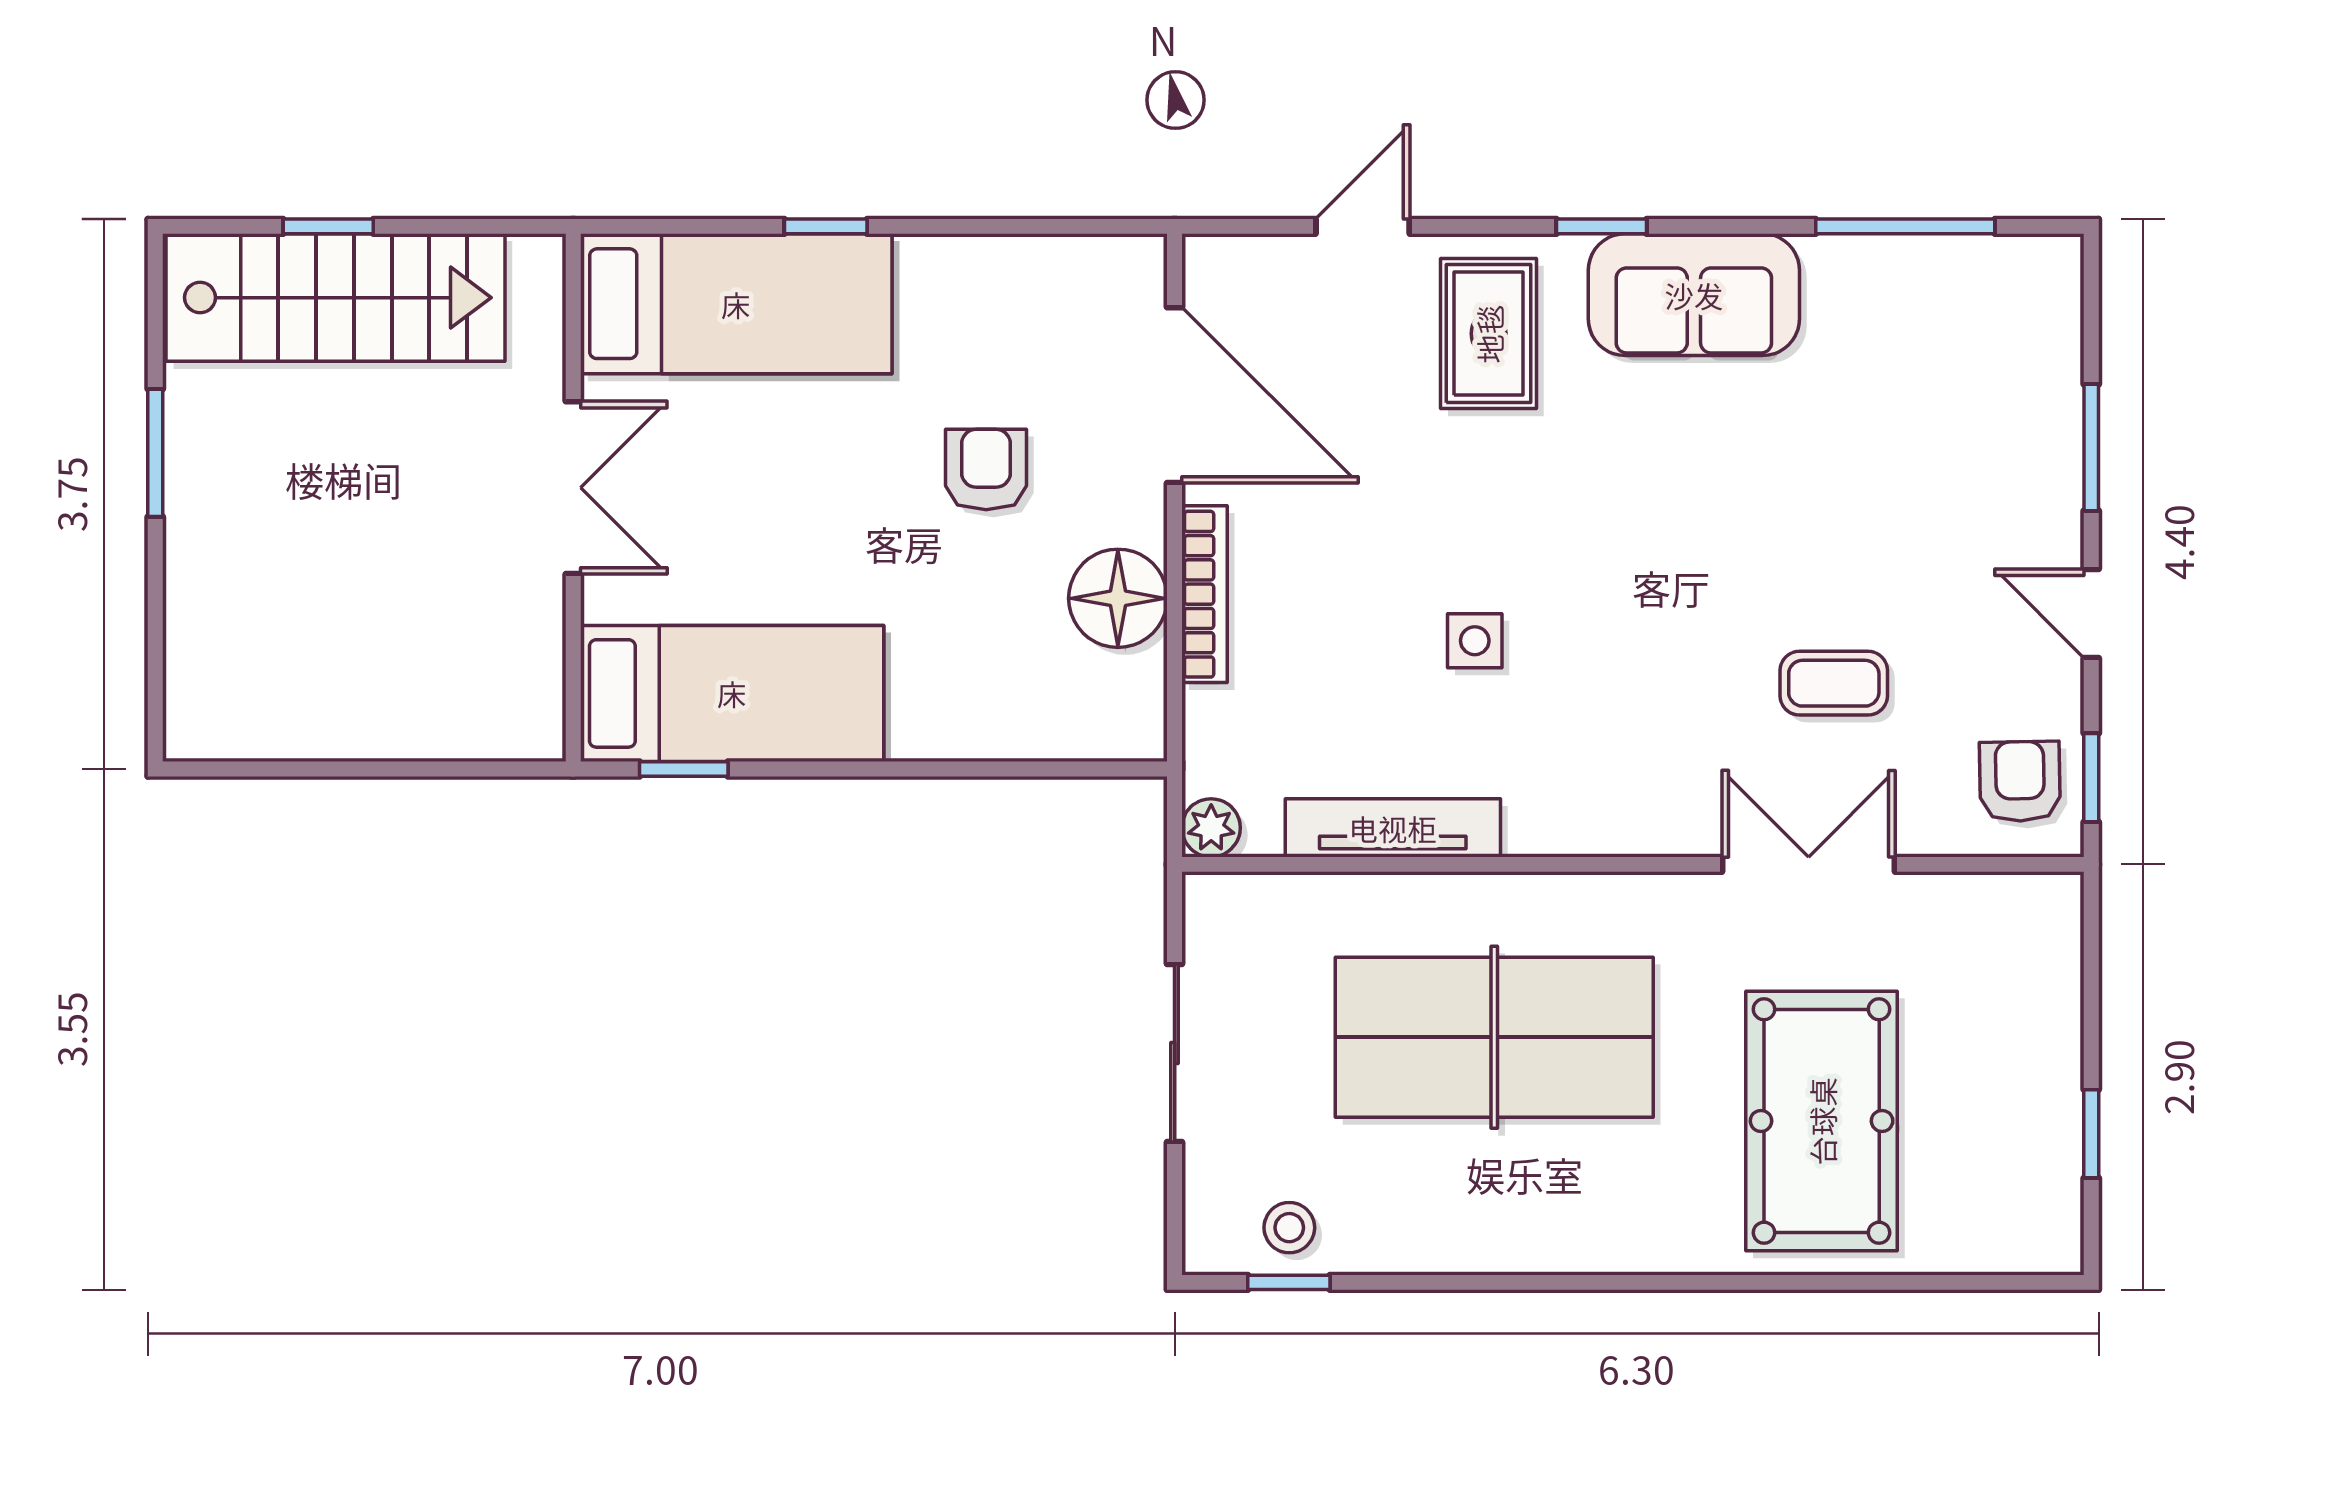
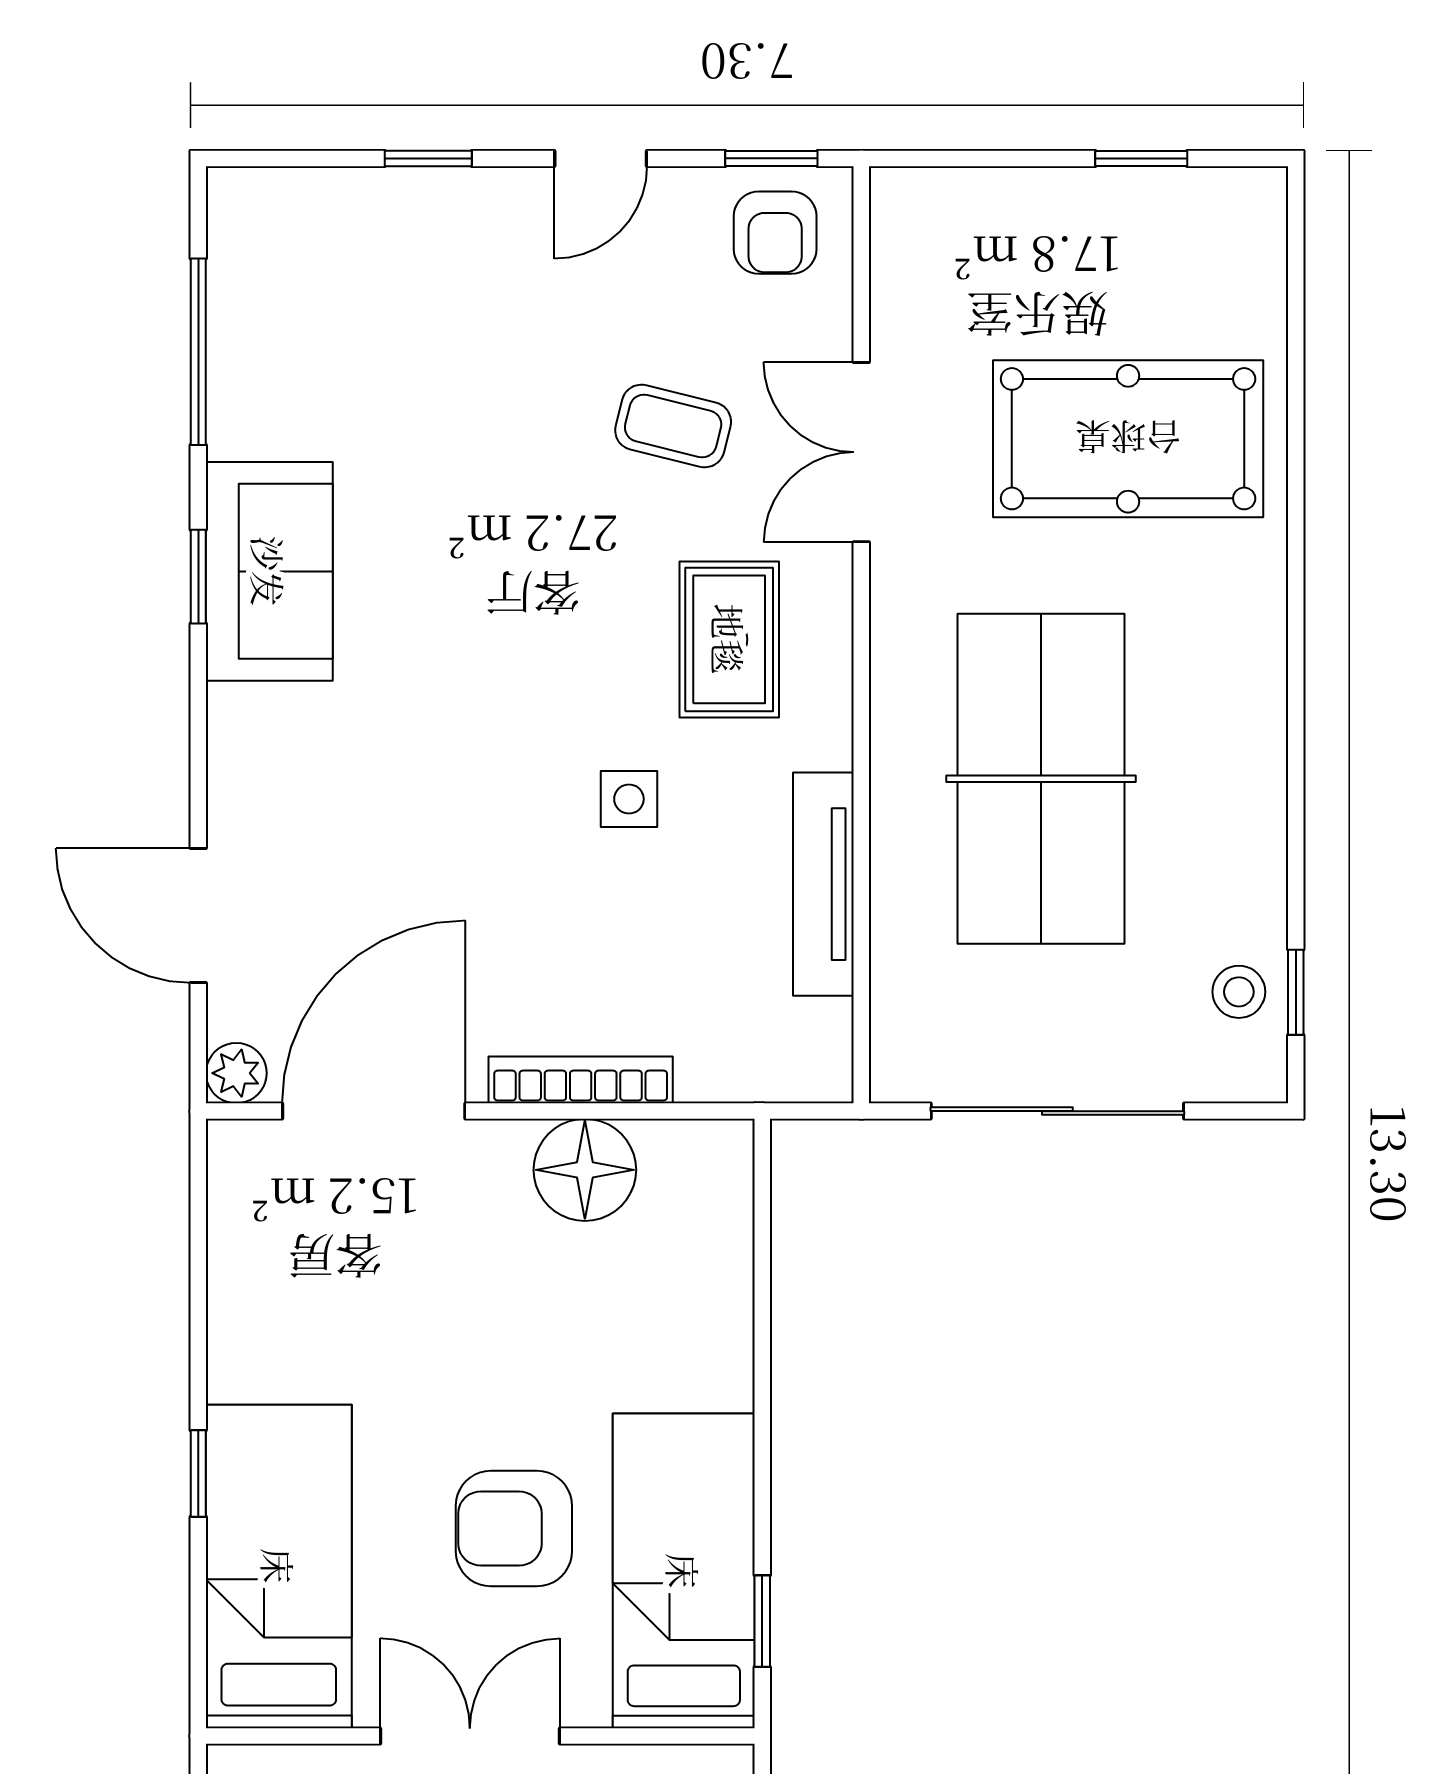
door: (1363, 226) -> (198, 916), width x1.38
window: (1602, 226) -> (198, 577), moved
rug: (1489, 334) -> (729, 639), moved, turned 90
window: (2091, 448) -> (428, 158), width x0.67
armchair: (986, 470) -> (514, 1529), moved, width x1.38, depth x1.38
coffee table: (1834, 683) -> (673, 426), turned -76
armchair: (2020, 781) -> (775, 233), turned -89
plant: (1211, 828) -> (236, 1073), moved
sliding door: (1175, 1053) -> (1057, 1111), width x1.37

